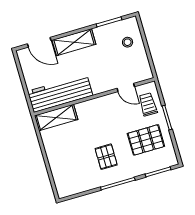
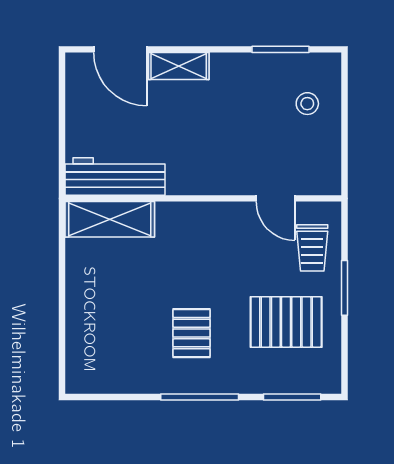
shelving: (74, 42) -> (179, 66), width x0.67, depth x0.75
workbench: (60, 93) -> (115, 177), width x0.73, depth x0.76
trolley: (148, 104) -> (312, 248), turned 180

